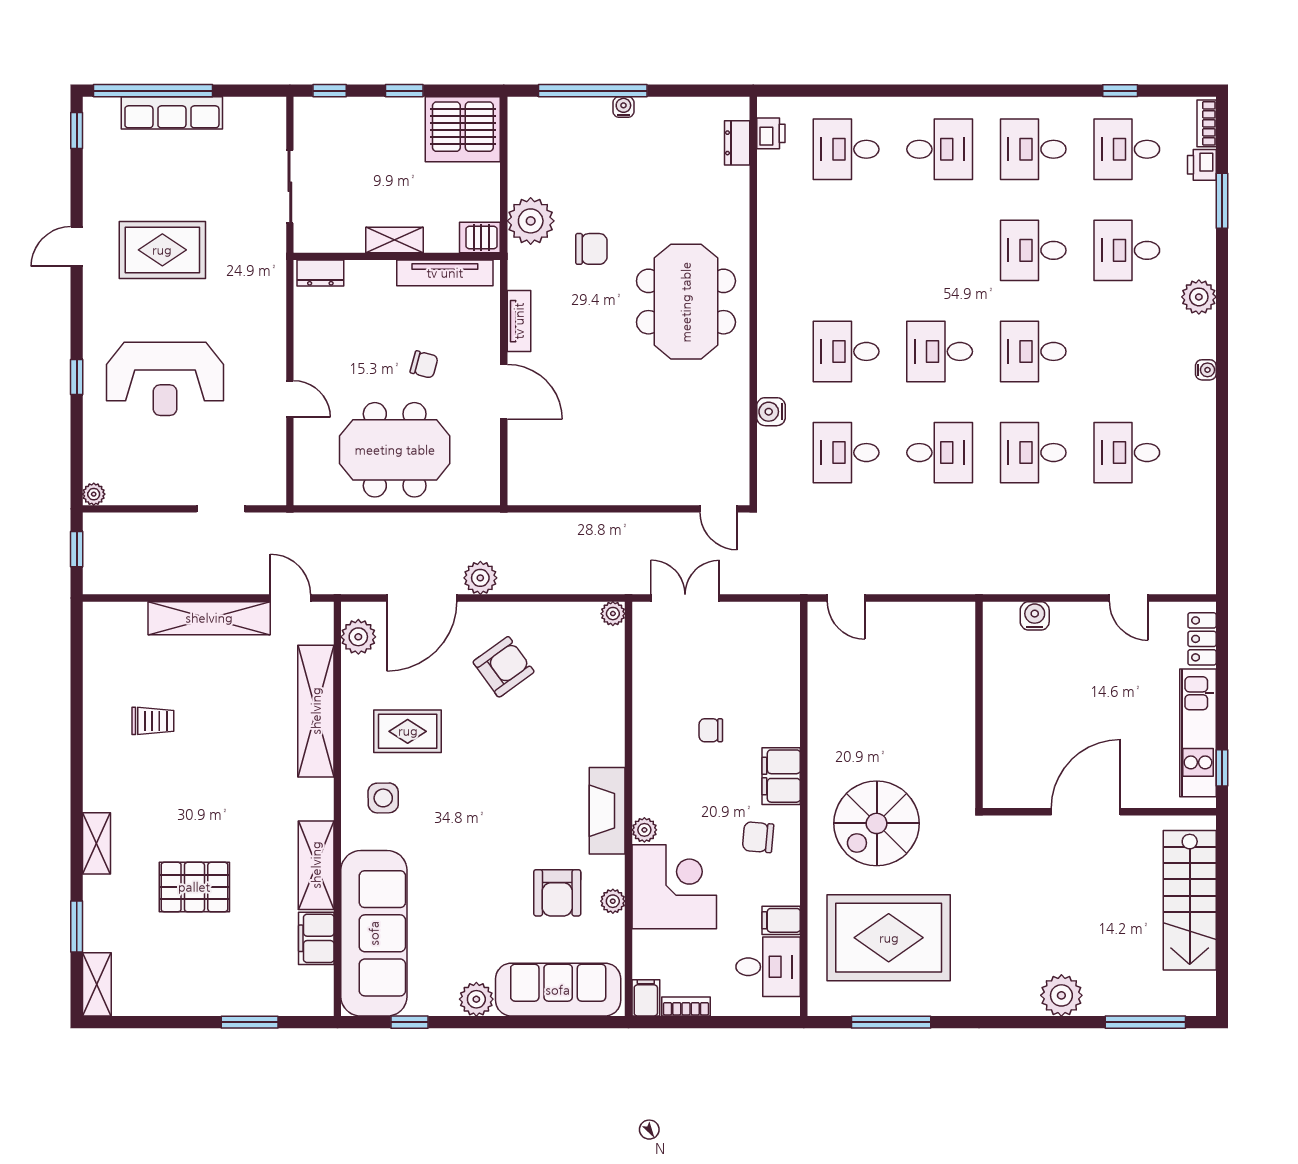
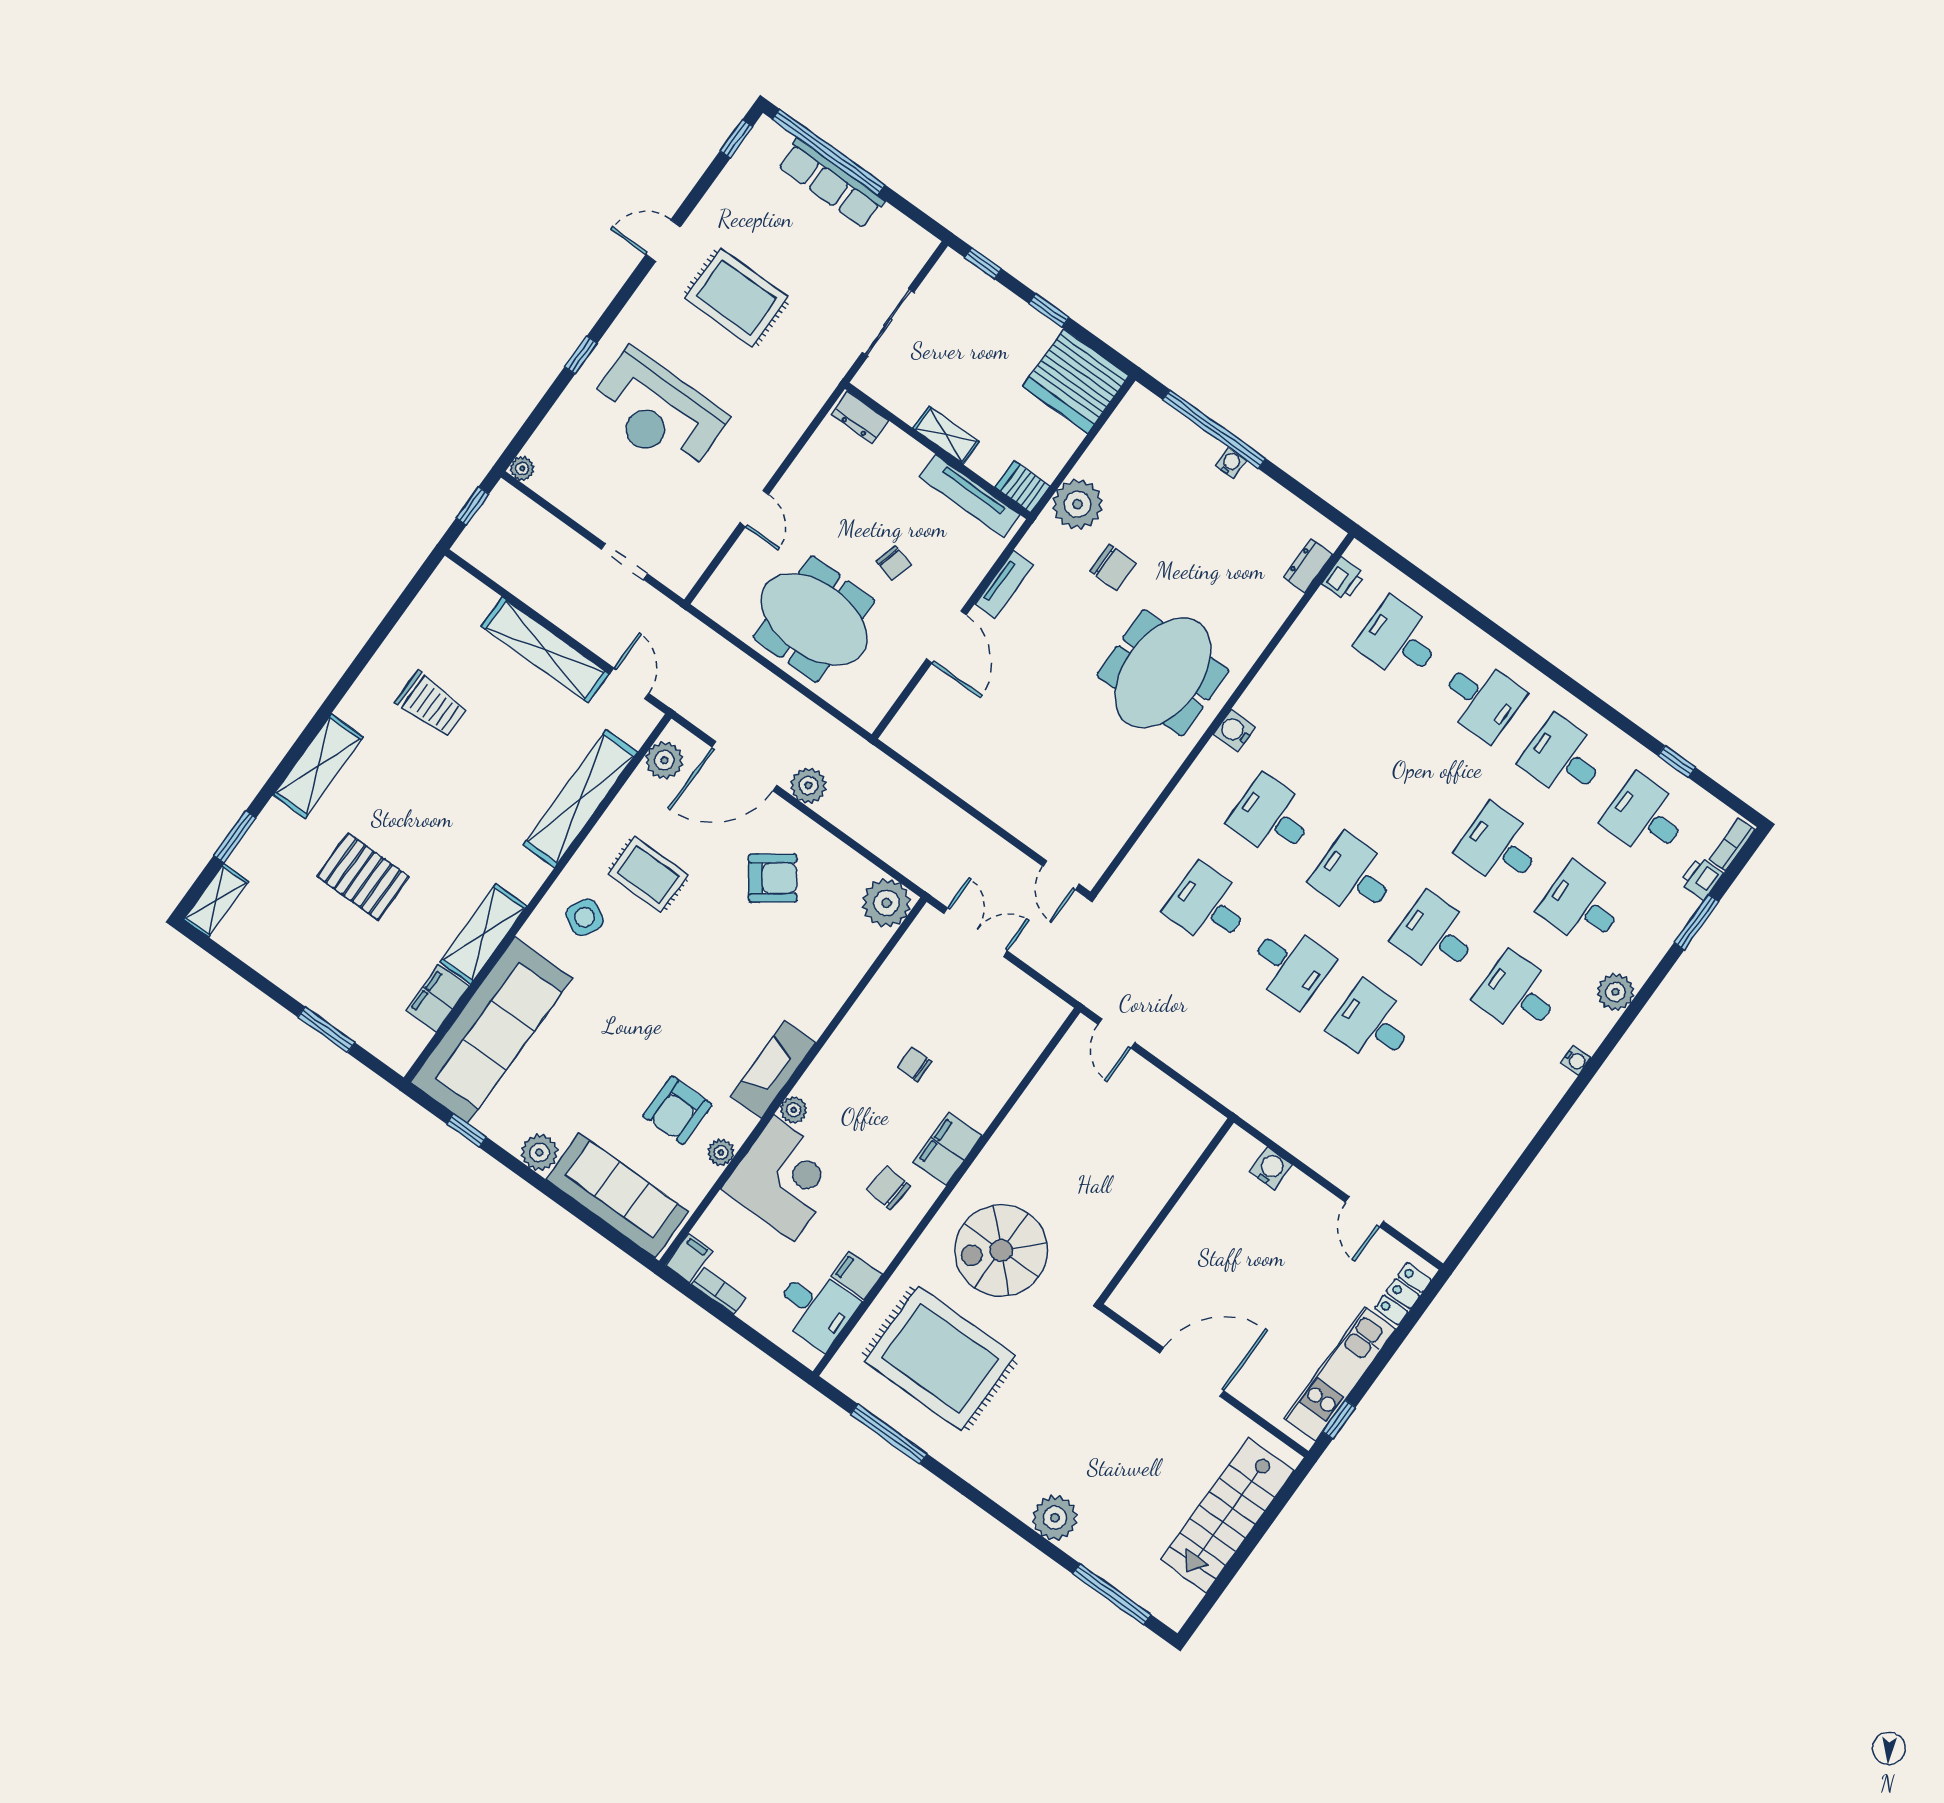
water cooler: (771, 412) -> (1234, 731), moved
desk: (1127, 453) -> (1518, 994), moved
plant: (613, 614) -> (886, 903), width x1.87, depth x1.87
trolley: (153, 721) -> (431, 705), width x1.36, depth x1.39
side table: (383, 798) -> (585, 917), turned 31
shelving: (96, 843) -> (318, 766), width x1.50, depth x1.33

